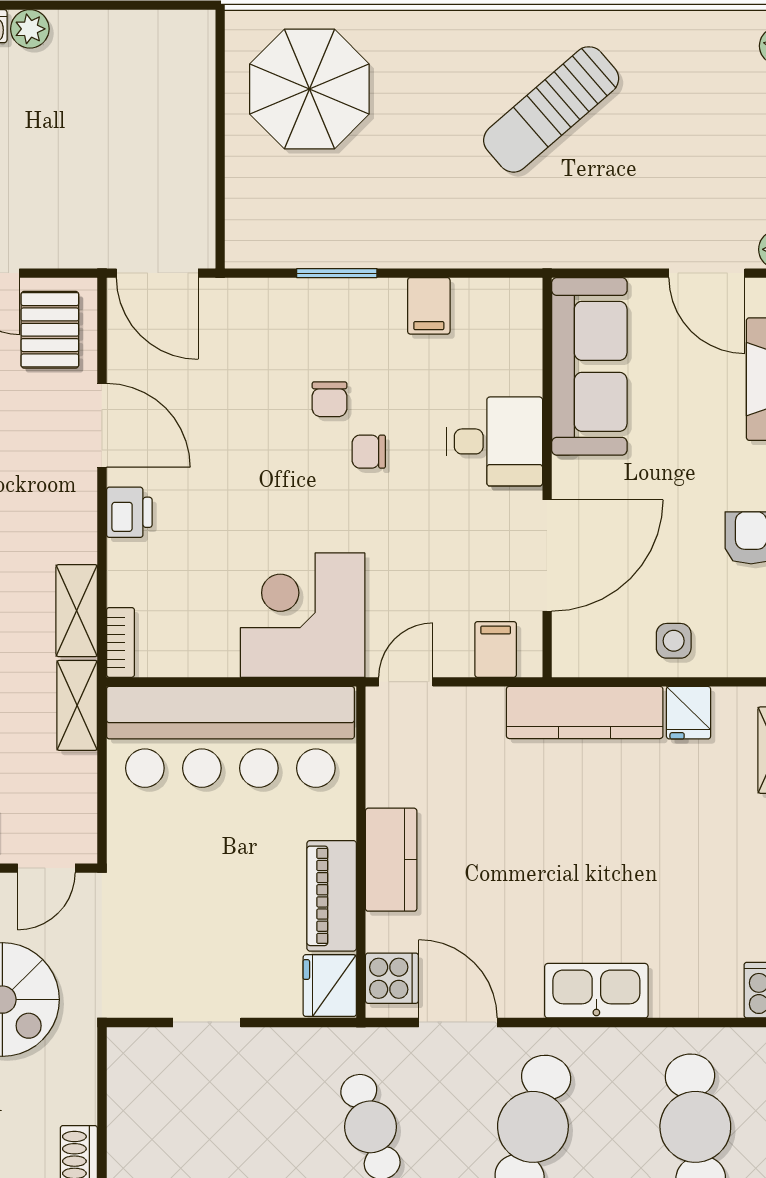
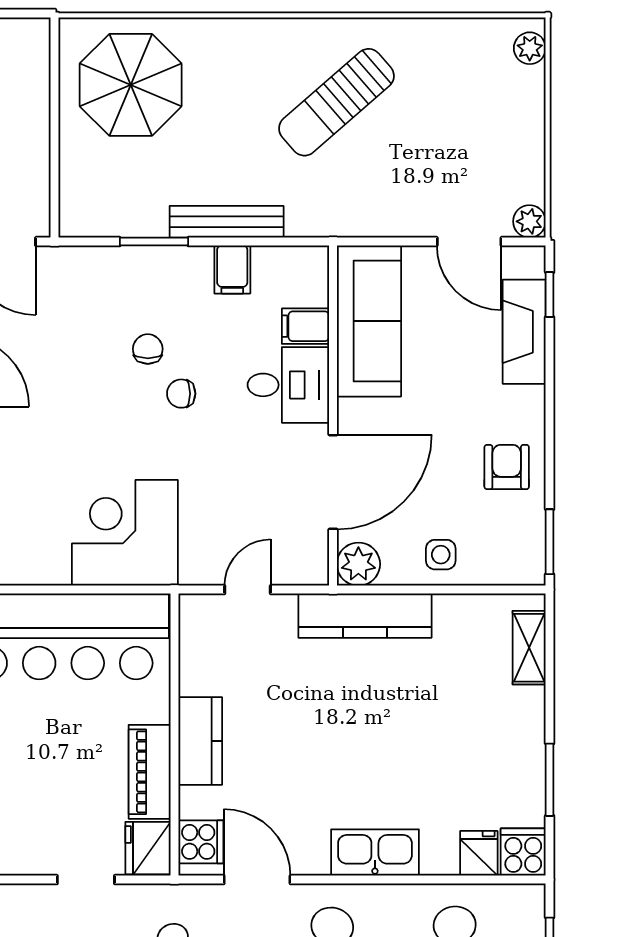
bench: (422, 250) -> (227, 222), added
chair: (329, 399) -> (148, 349), turned 180
filing cabinet: (496, 649) -> (305, 326), moved, turned -90
plant: (577, 652) -> (358, 564), added
door: (406, 682) -> (248, 590), moved
fridge: (689, 713) -> (479, 853), moved, turned 180
doorway: (207, 1022) -> (86, 880), moved

